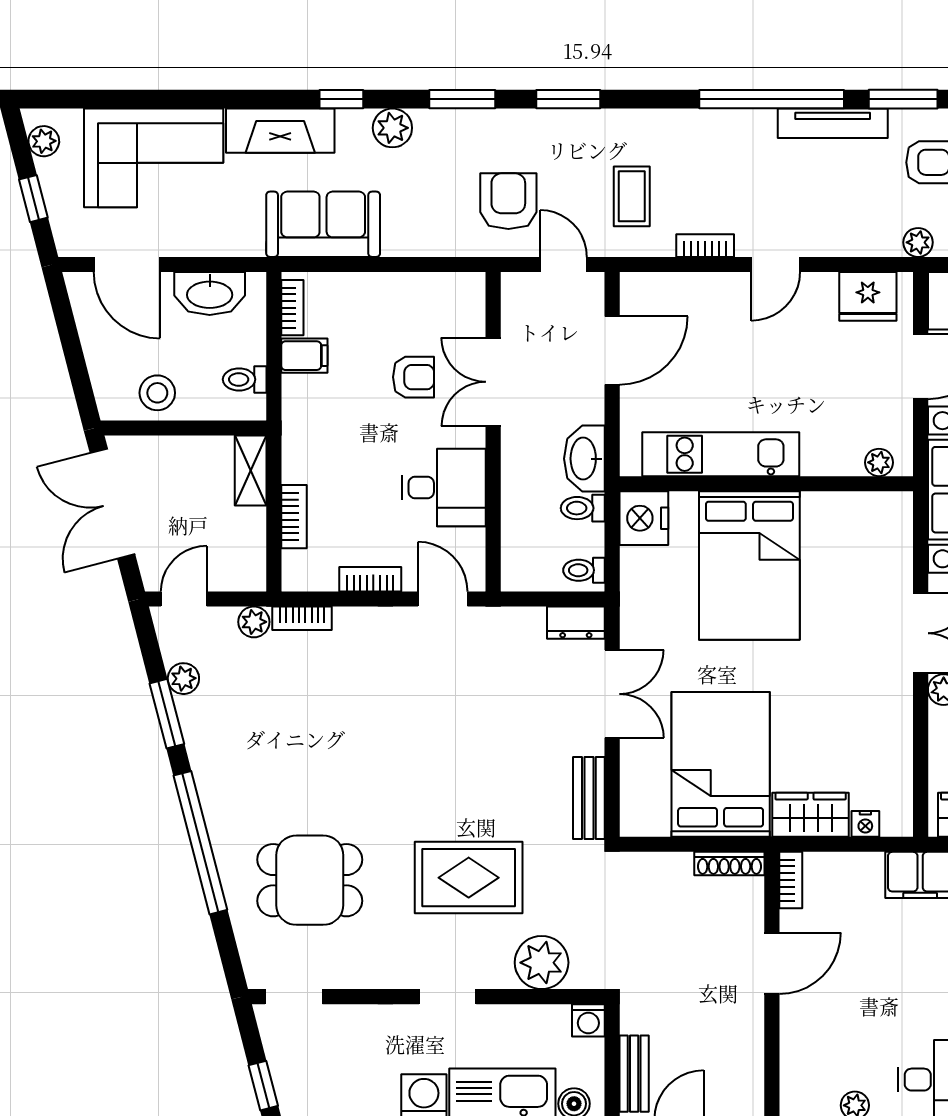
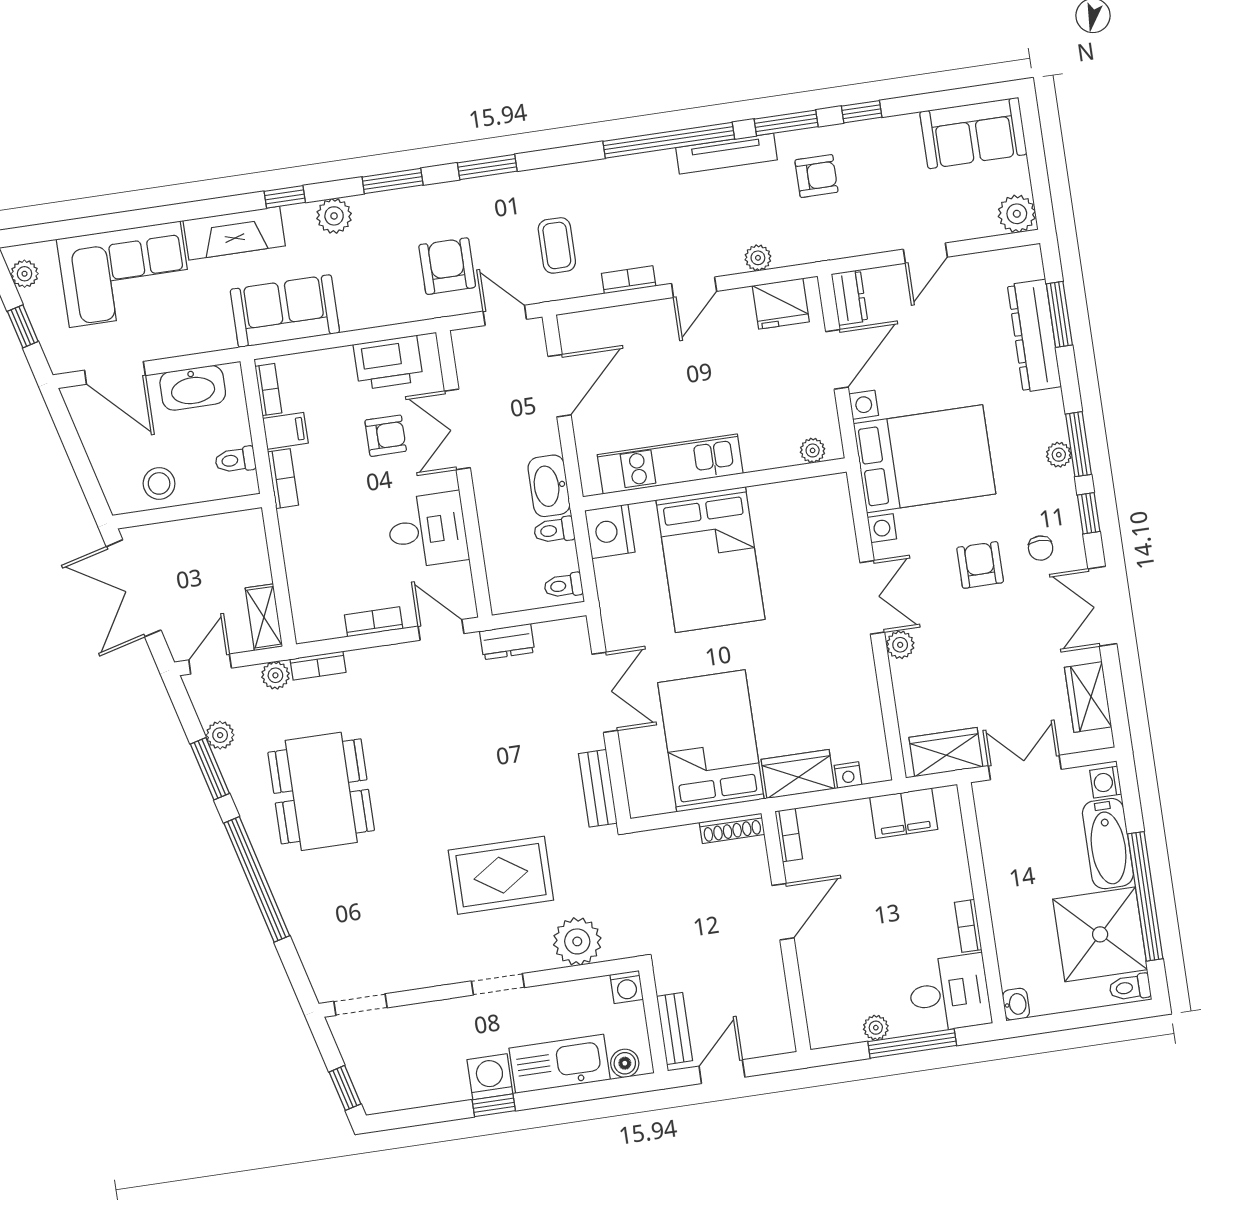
plant: (918, 242) -> (758, 258), moved
printer: (428, 298) -> (388, 363), added
shelving: (251, 471) -> (264, 617), moved
bookcase: (294, 517) -> (283, 479), moved
dresser: (576, 623) -> (507, 642), moved
dining table: (310, 880) -> (321, 791), moved, width x1.38

